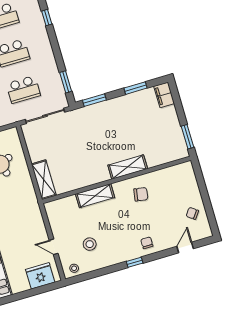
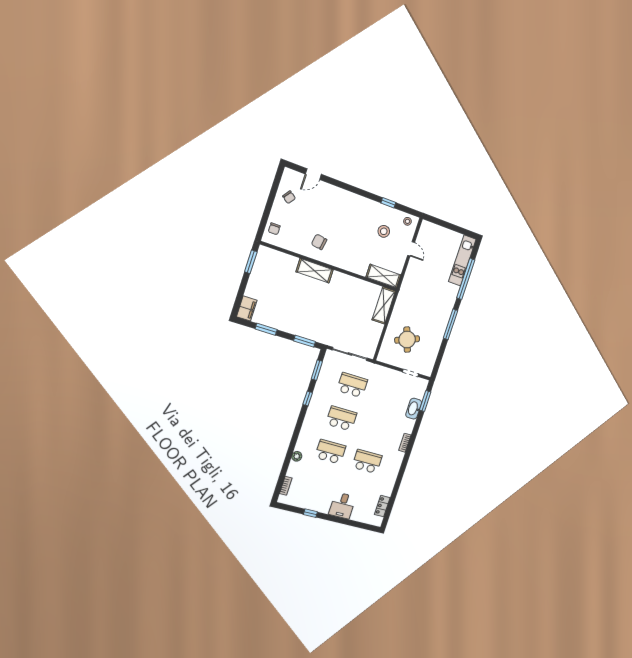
window: (47, 18) -> (308, 399), moved
shelving: (95, 196) -> (383, 276), moved
chair: (147, 243) -> (274, 229), moved
window: (135, 262) -> (388, 203), moved
fridge: (40, 276) -> (435, 234), removed

